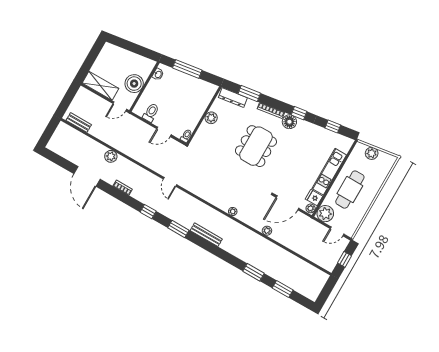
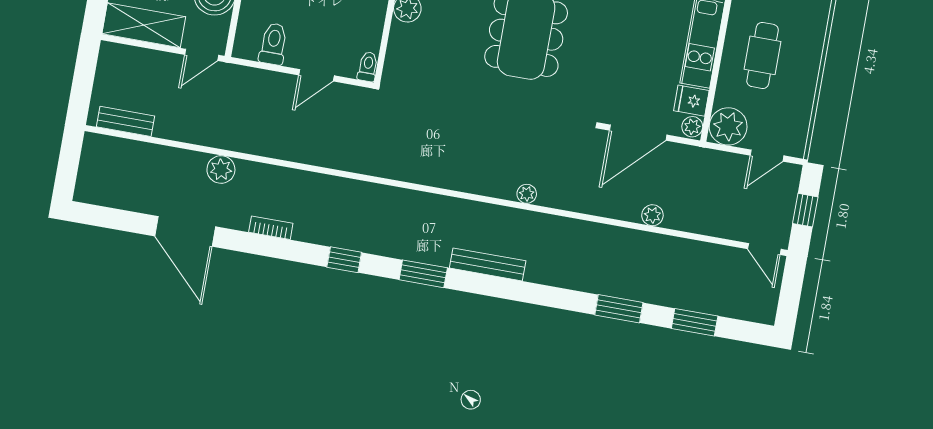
door: (170, 182) -> (764, 249), moved
cafe table: (350, 190) -> (763, 55), width x0.73, depth x0.74
plant: (267, 231) -> (652, 215), moved

